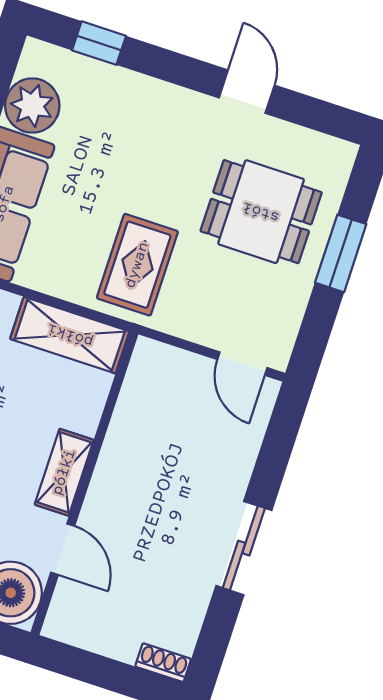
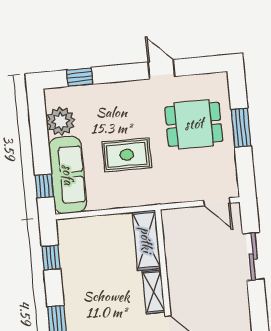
rug: (137, 265) -> (127, 155), moved, turned 90
shelving: (70, 335) -> (146, 240), moved, turned 90
sliding door: (244, 548) -> (253, 256), moved

